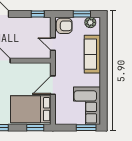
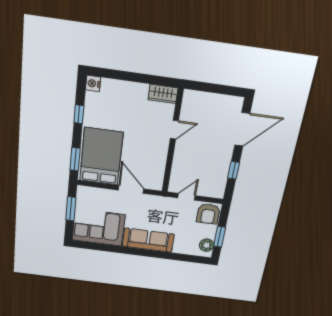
window: (38, 14) -> (234, 170), moved
sofa: (92, 54) -> (148, 240), moved
window: (86, 128) -> (71, 209), moved

